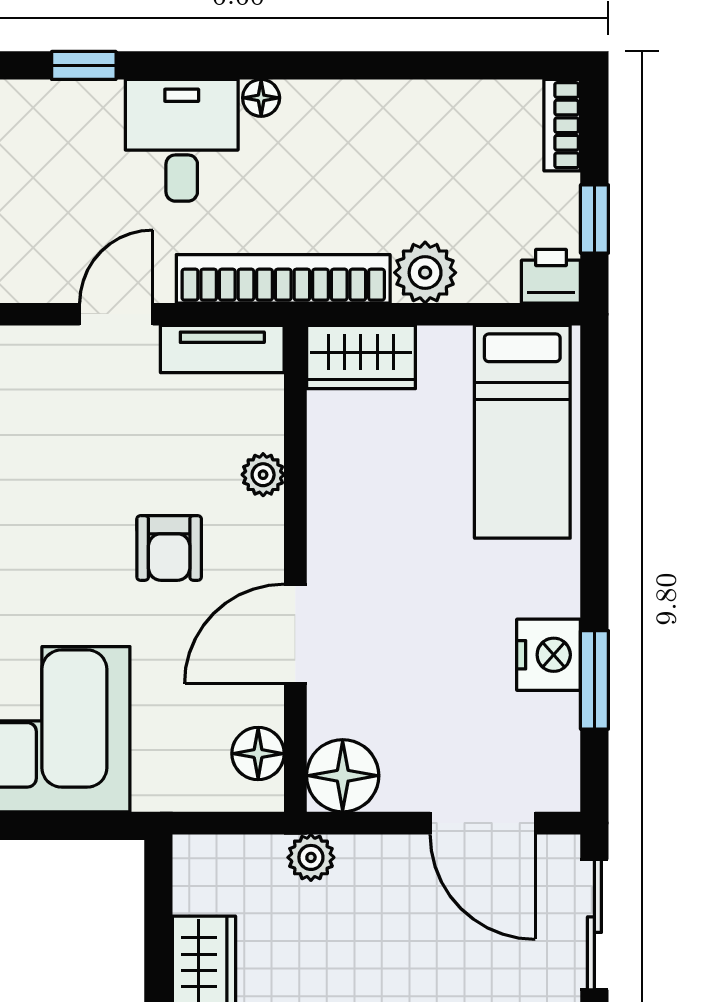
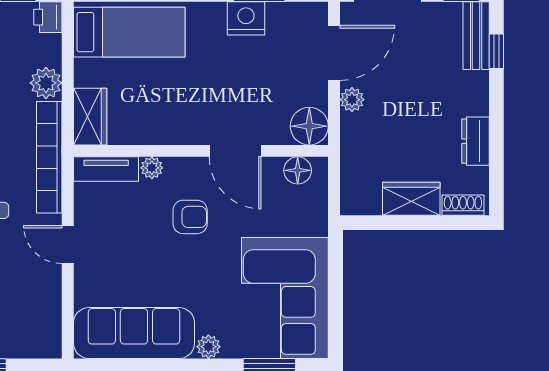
tv unit: (222, 349) -> (106, 169), moved, turned 90
plant: (311, 857) -> (352, 100), moved

